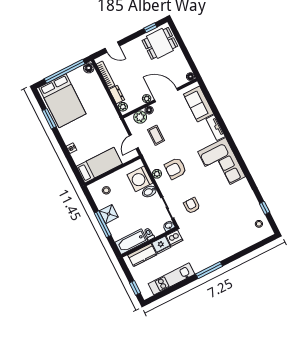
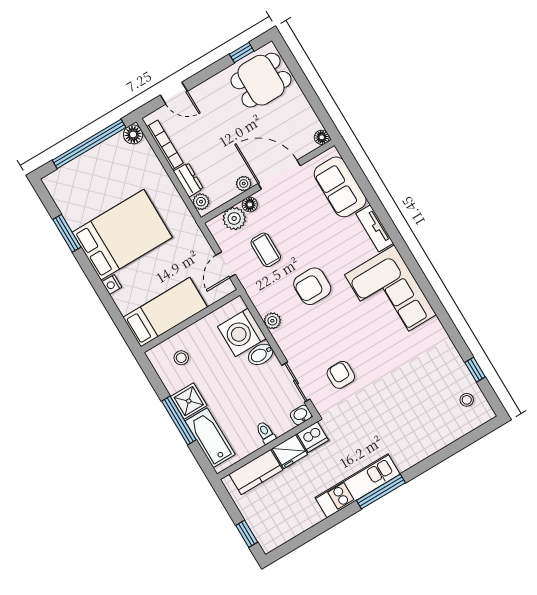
bed: (62, 101) -> (122, 235), moved, turned -90
armchair: (175, 169) -> (312, 286), moved
bathtub: (131, 242) -> (210, 438), moved, turned 90
kitchen unit: (171, 279) -> (357, 486), moved

